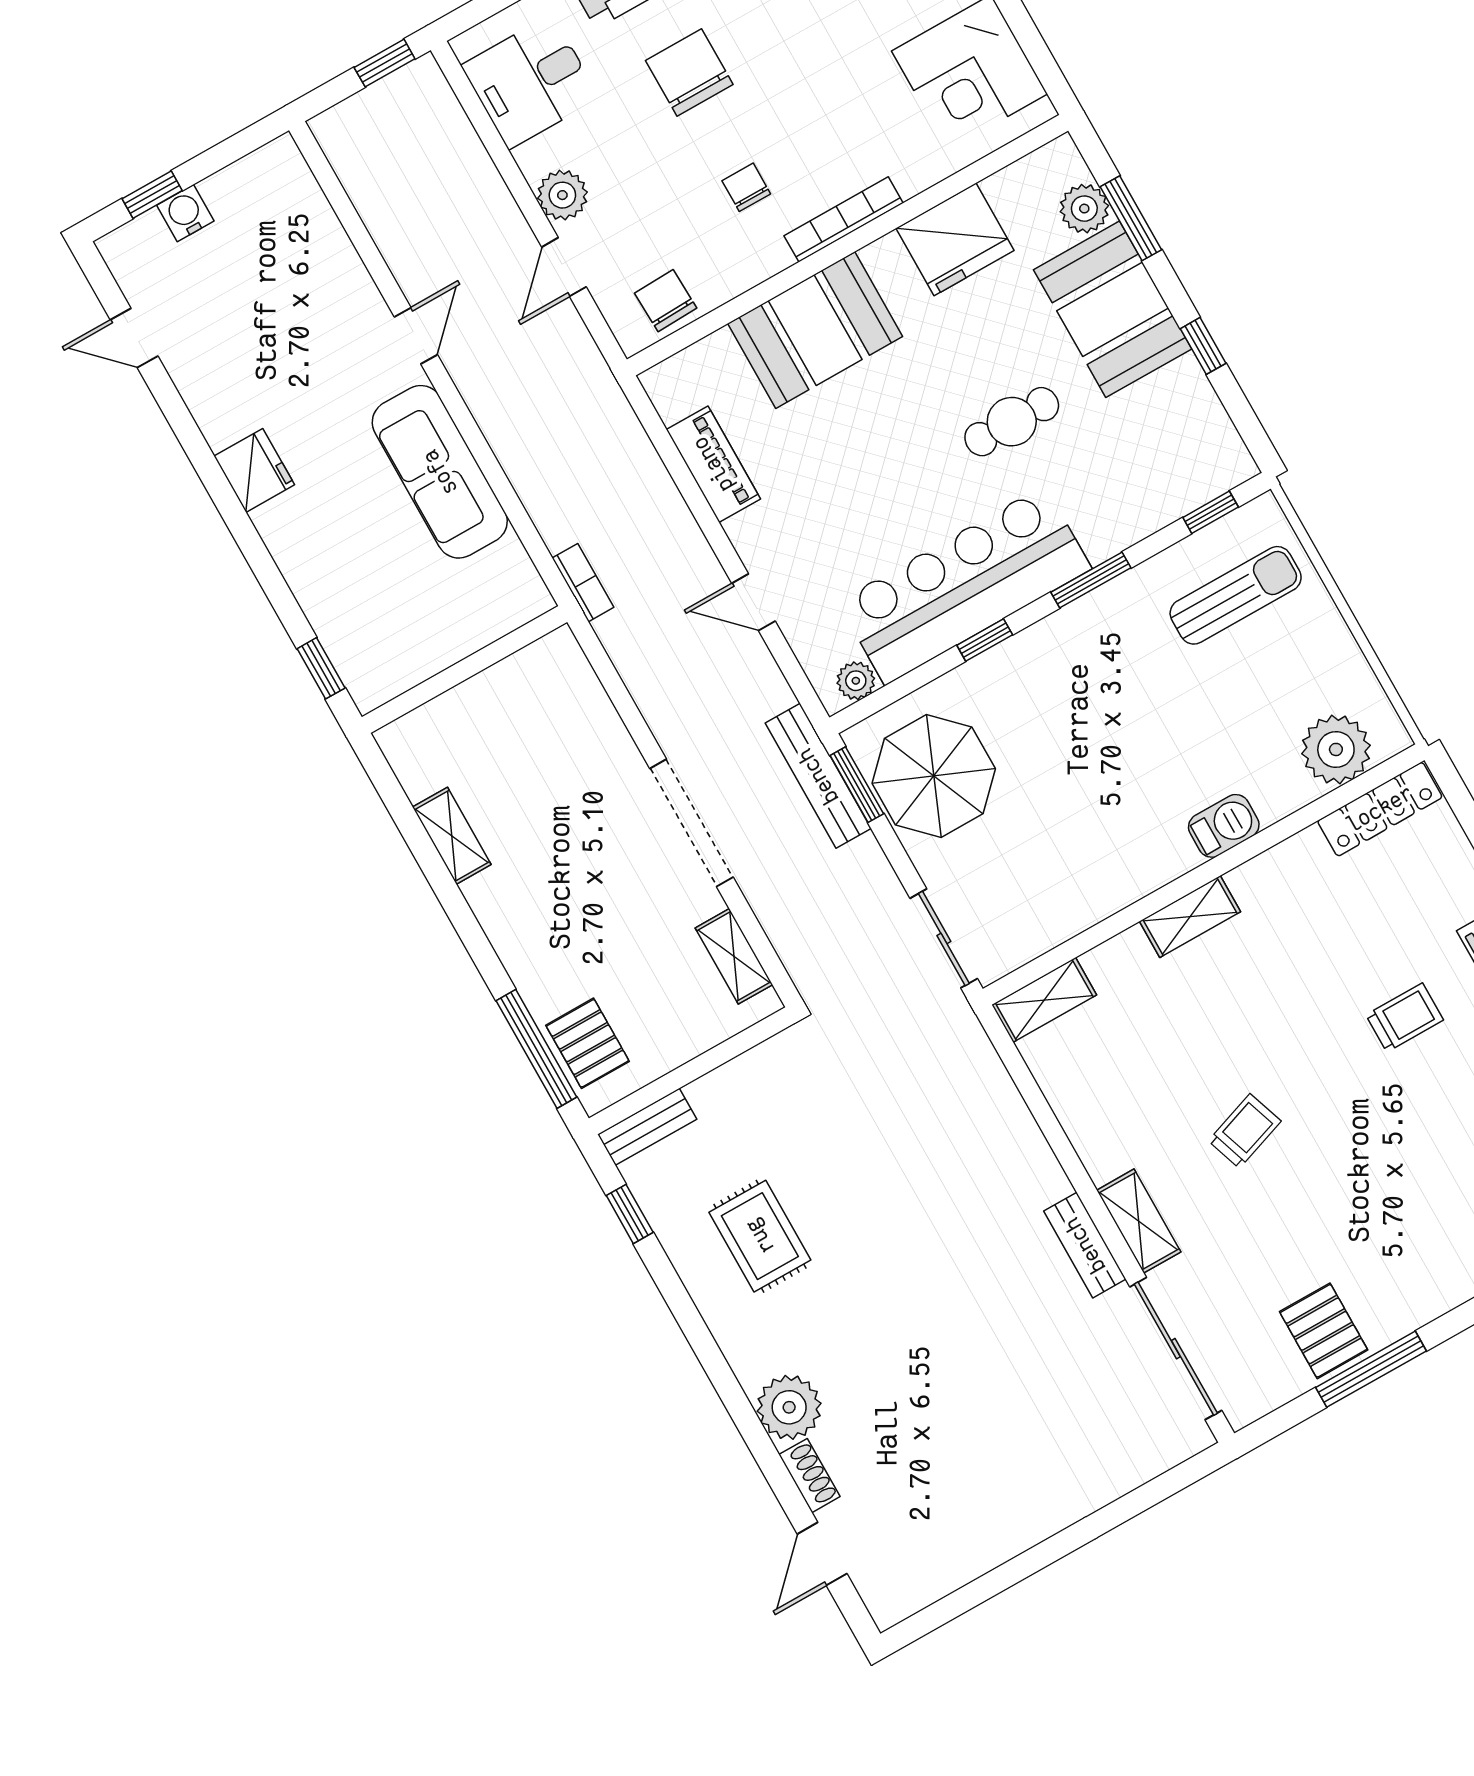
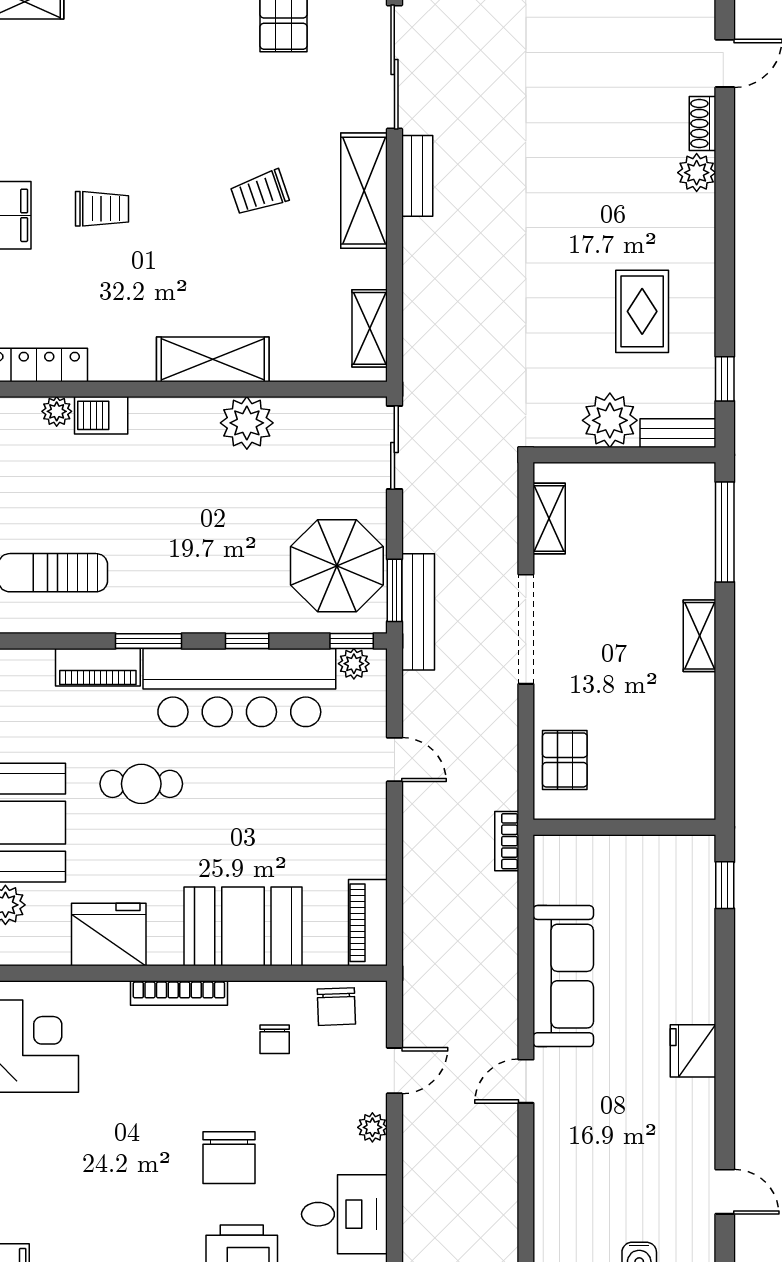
chair: (746, 187) -> (275, 1039), moved
plant: (562, 195) -> (372, 1127), width x0.73, depth x0.73
piano: (713, 464) -> (368, 923), moved
window: (1211, 512) -> (352, 641), moved
piano: (1129, 521) -> (98, 667), added
plant: (1336, 749) -> (57, 411), width x0.53, depth x0.53
barbecue: (1224, 826) -> (101, 415), moved
shelving: (452, 836) -> (700, 636), moved
plant: (1118, 875) -> (247, 423), added
shelving: (1190, 917) -> (213, 359), width x1.50, depth x1.33
shelving: (1044, 1000) -> (370, 328), moved, turned 90
trolley: (1405, 1017) -> (102, 209), turned 180
pallet: (588, 1043) -> (565, 760), moved
plant: (728, 1099) -> (610, 420), added
shelving: (1139, 1221) -> (364, 191), width x1.50, depth x1.33
plant: (789, 1407) -> (697, 173), width x0.73, depth x0.73

